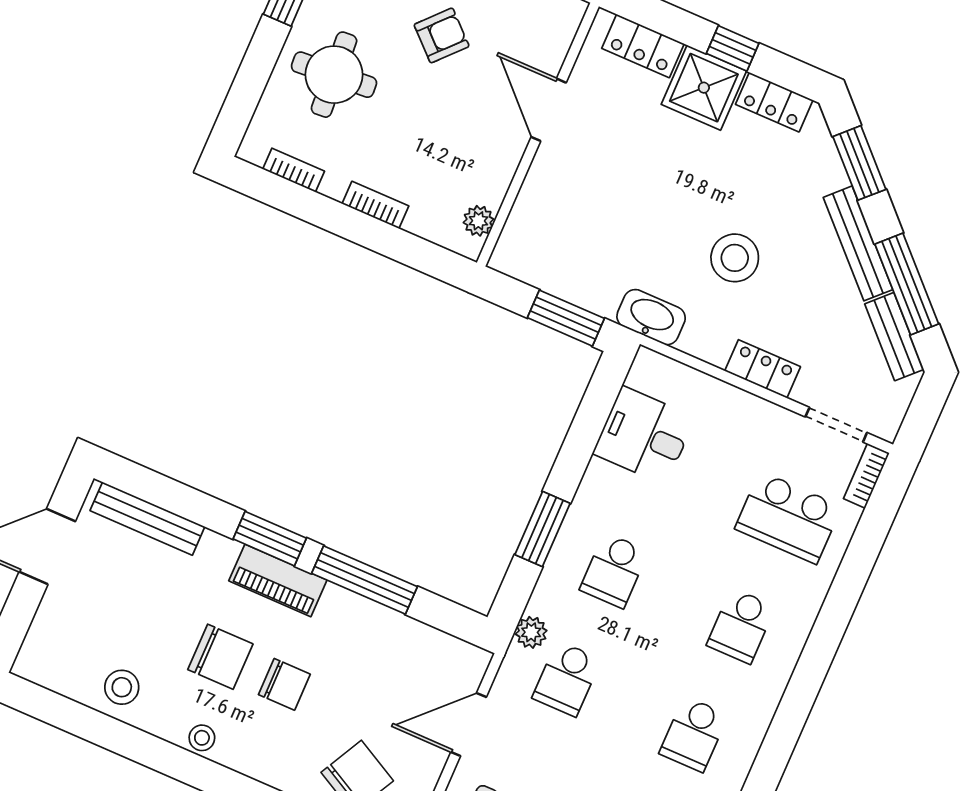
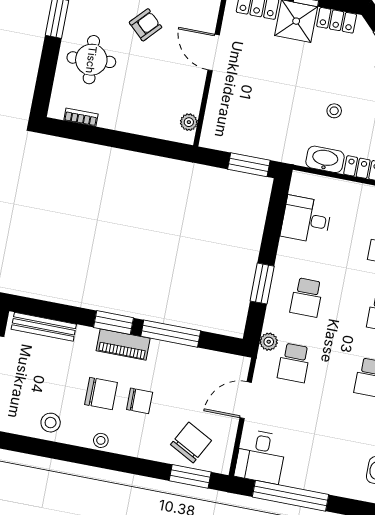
bookcase: (375, 205) -> (130, 126), removed
stool: (735, 258) -> (334, 111), width x0.53, depth x0.53
washbasin: (651, 317) -> (325, 159), moved

